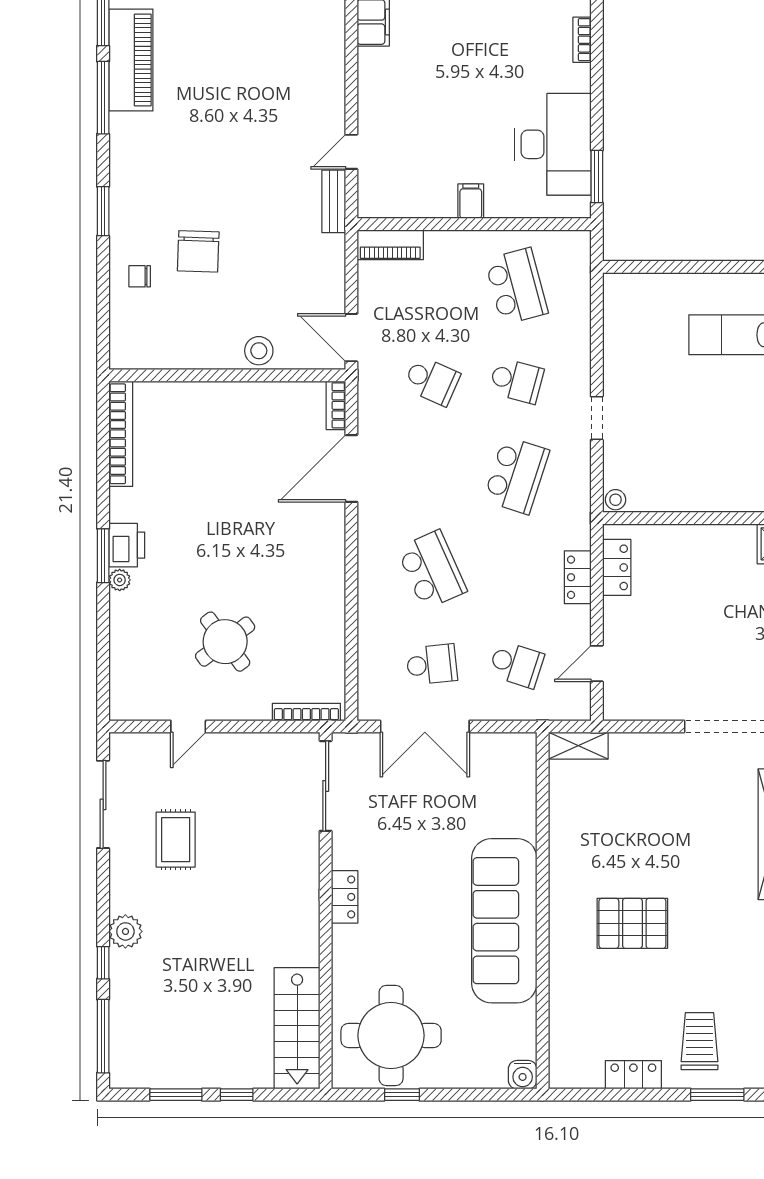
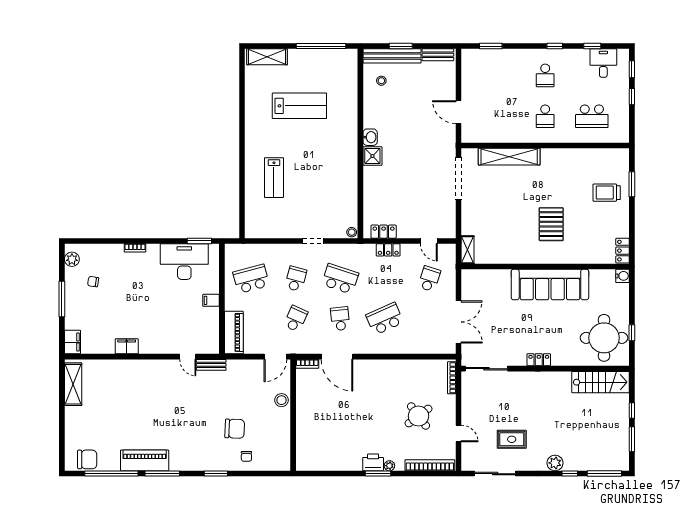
piano: (390, 245) -> (234, 333), width x1.37, depth x1.33
bookcase: (121, 434) -> (430, 465), moved
school desk: (432, 664) -> (340, 319), moved
locker: (633, 1075) -> (622, 251), moved

